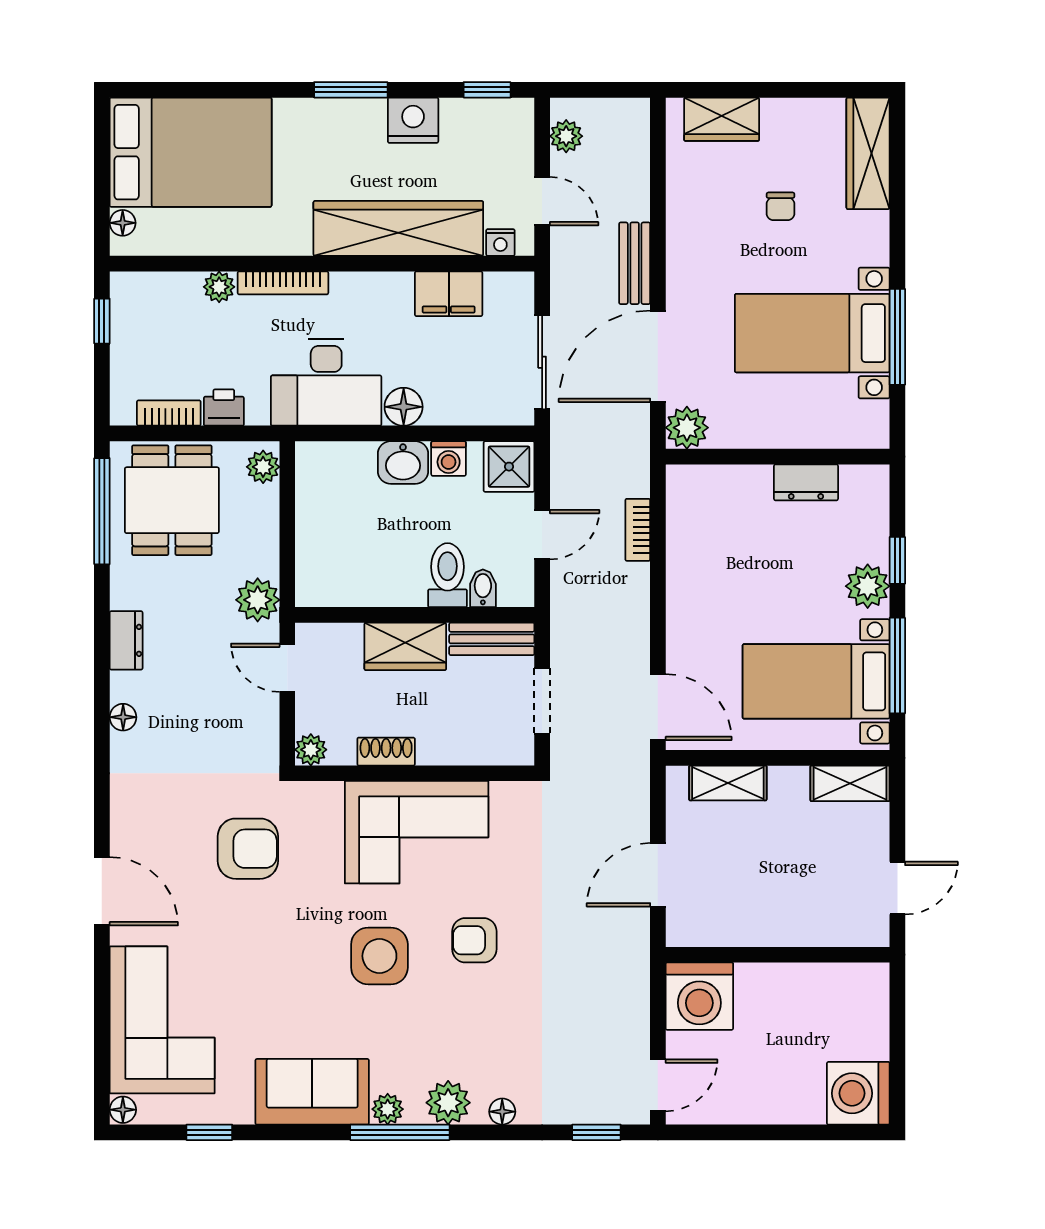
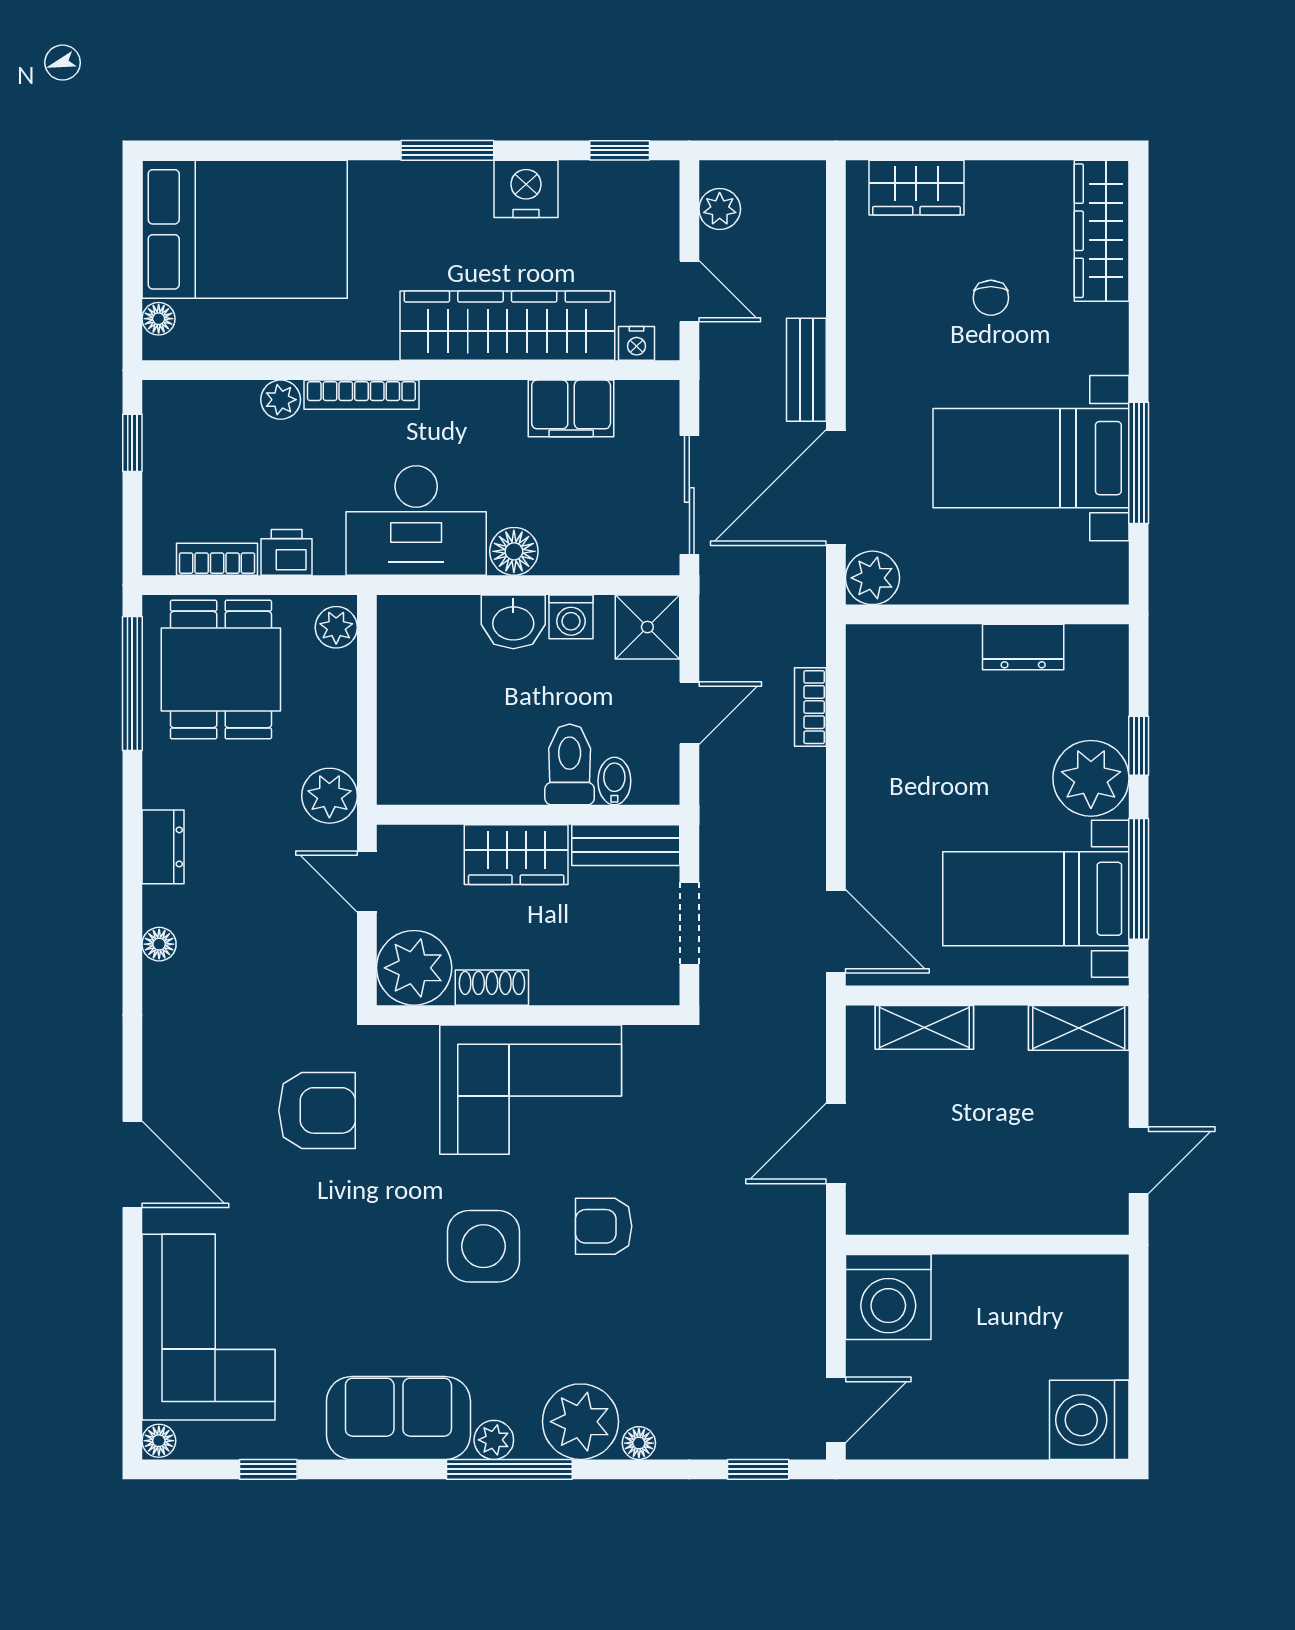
plant: (868, 586) -> (1091, 778), width x1.36, depth x1.36
plant: (311, 750) -> (414, 968), width x1.87, depth x1.87
plant: (448, 1103) -> (581, 1422), width x1.36, depth x1.36

